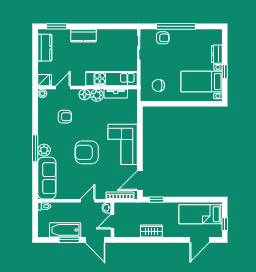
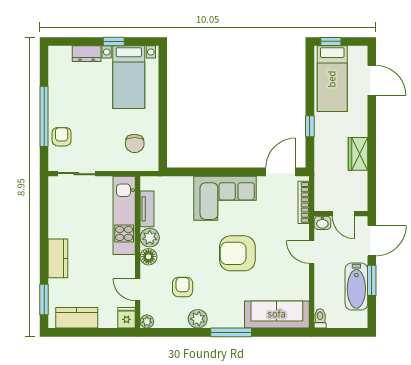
plant: (44, 150) -> (198, 319), moved
armchair: (87, 152) -> (237, 253), turned 90
door: (140, 181) -> (281, 172), swing flipped
window: (156, 200) -> (310, 126), moved
window: (225, 224) -> (331, 41), moved

